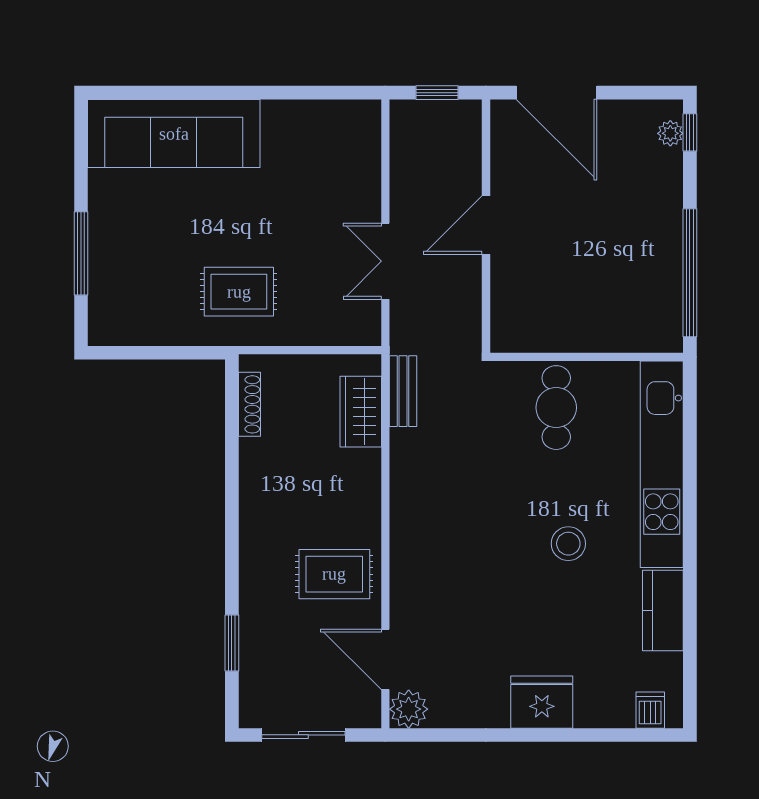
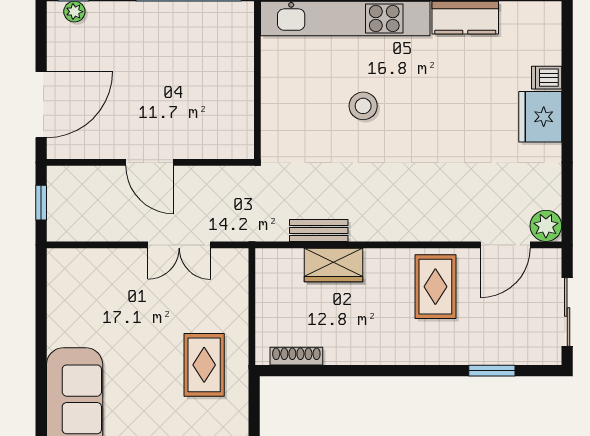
bench: (403, 391) -> (319, 230), moved
cafe table: (556, 408) -> (299, 105), removed
wardrobe: (361, 412) -> (333, 265), moved
stool: (568, 544) -> (363, 106), moved
dishwasher: (650, 710) -> (547, 78), moved

